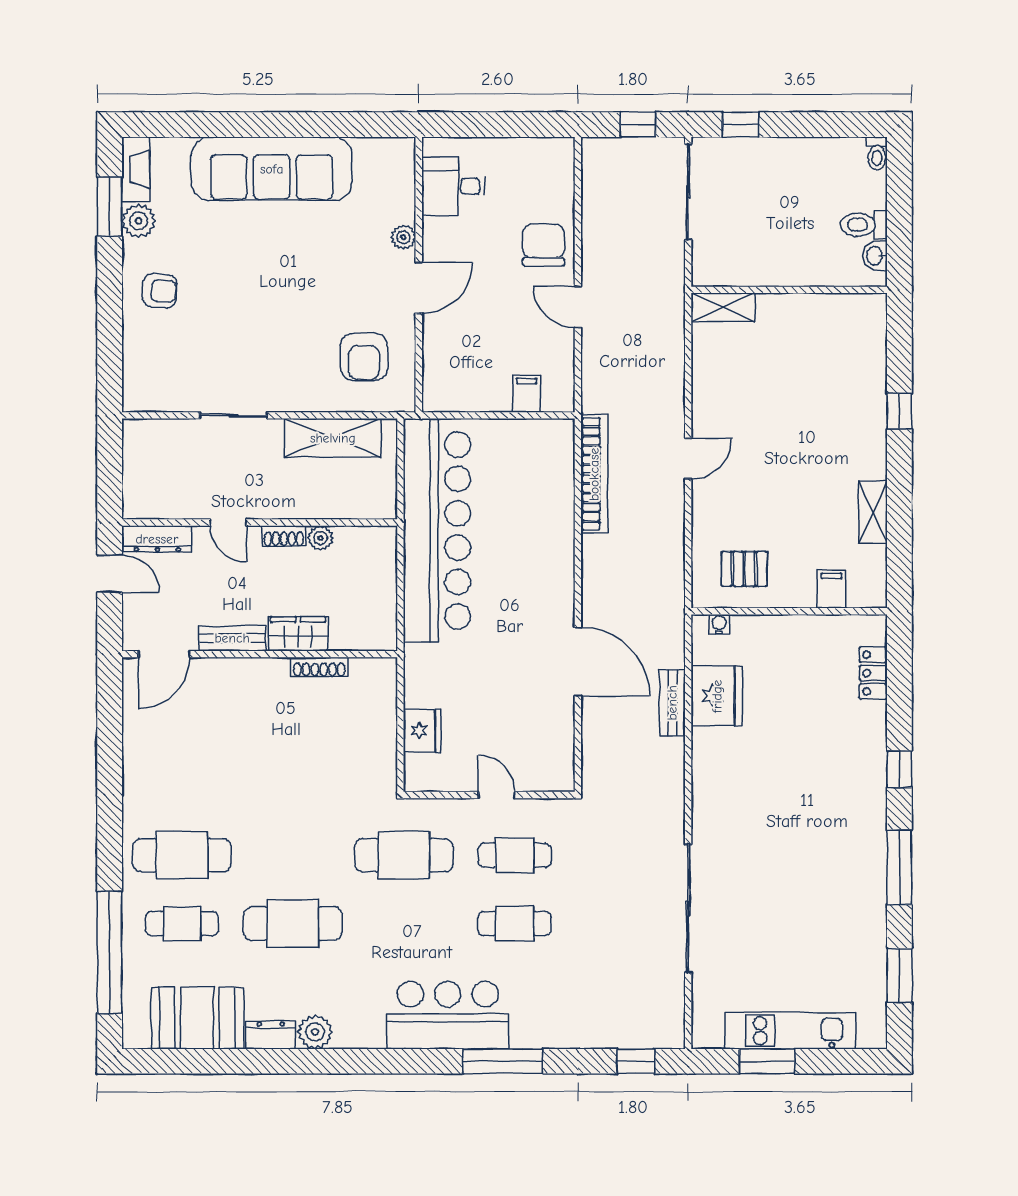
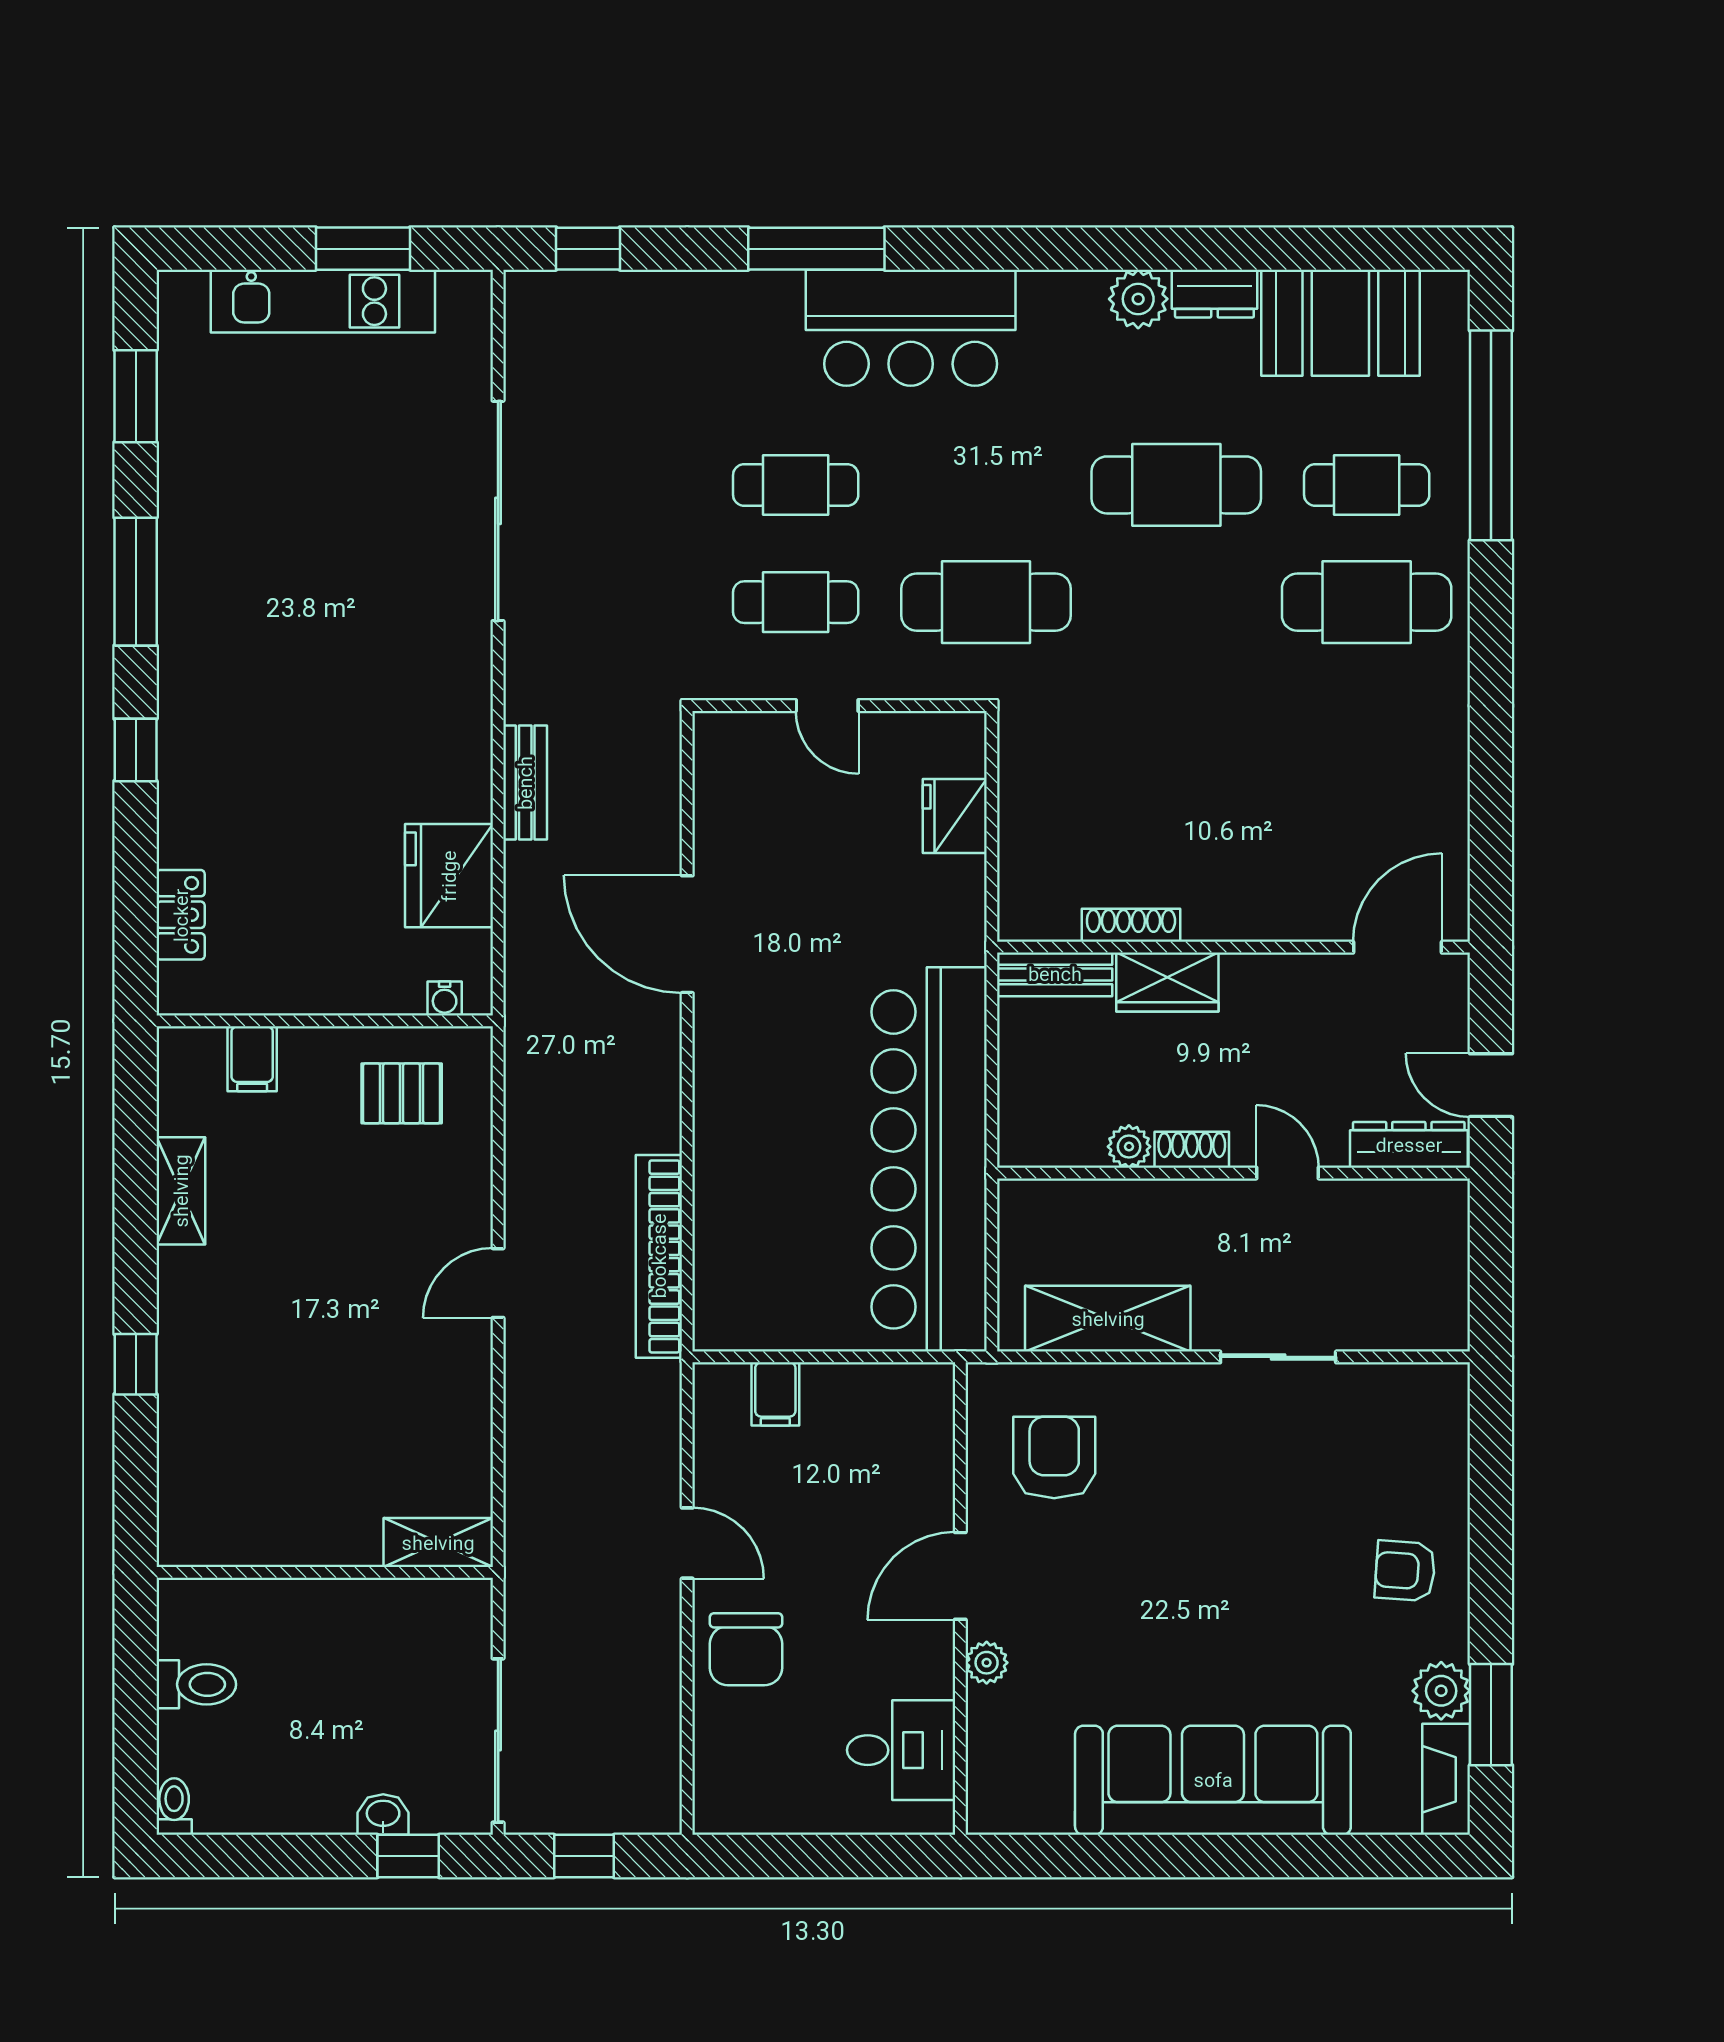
washbasin: (875, 256) -> (383, 1815), moved, turned -90
bench: (232, 638) -> (1055, 974), moved
bench: (672, 703) -> (525, 783), moved

